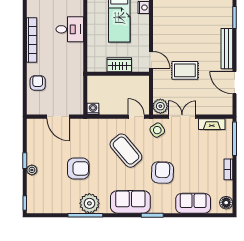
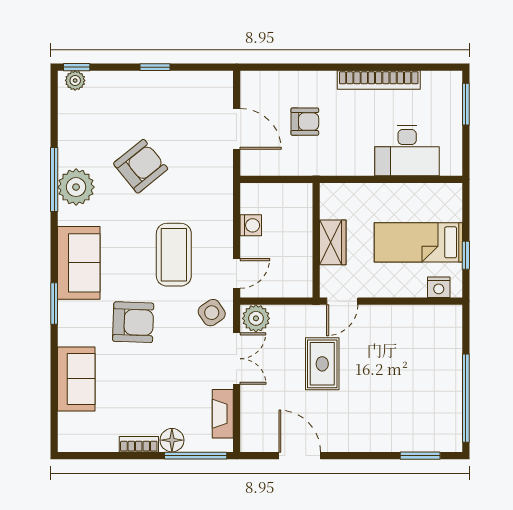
desk: (70, 29) -> (407, 151), width x1.37
bench: (227, 49) -> (363, 442), removed
armchair: (38, 83) -> (305, 122), moved
door: (234, 83) -> (300, 456), hinge flipped
washing machine: (93, 109) -> (251, 225), moved
door: (58, 117) -> (237, 129), swing flipped
coffee table: (126, 151) -> (174, 255), turned -50
armchair: (78, 168) -> (141, 166), turned -129
plant: (32, 170) -> (75, 81), moved
floor lamp: (226, 203) -> (172, 440), moved

